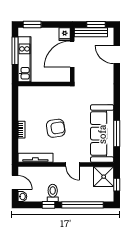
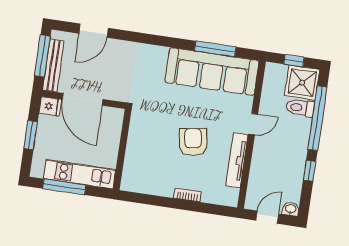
window: (32, 25) -> (31, 135), moved
window: (96, 25) -> (42, 56), width x1.44
tv unit: (35, 158) -> (237, 160), moved
shower: (104, 177) -> (302, 83), moved
toilet: (53, 193) -> (300, 108), moved

